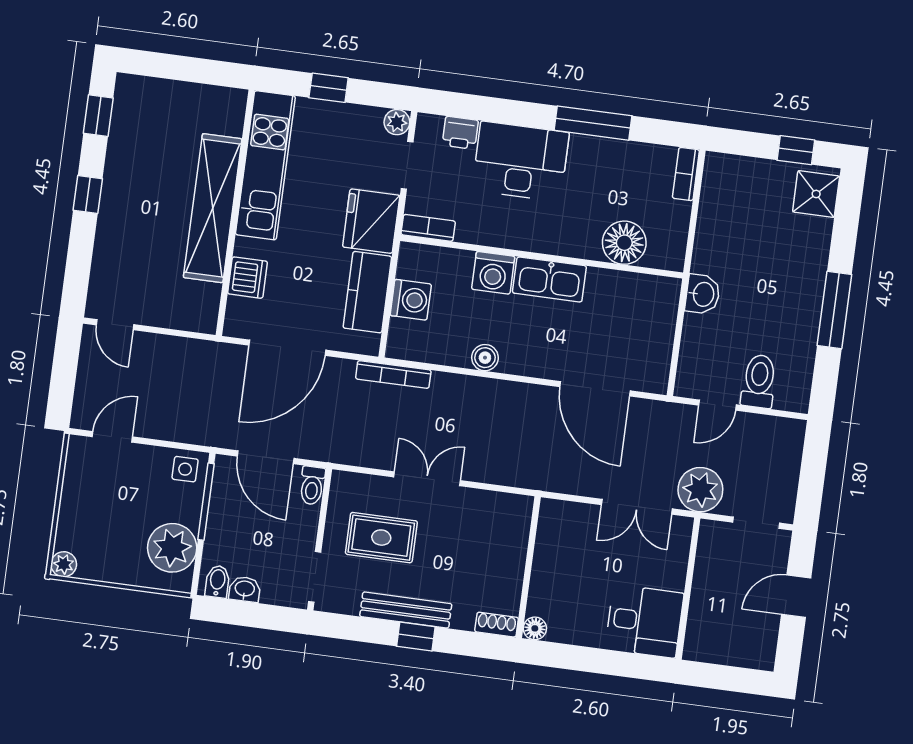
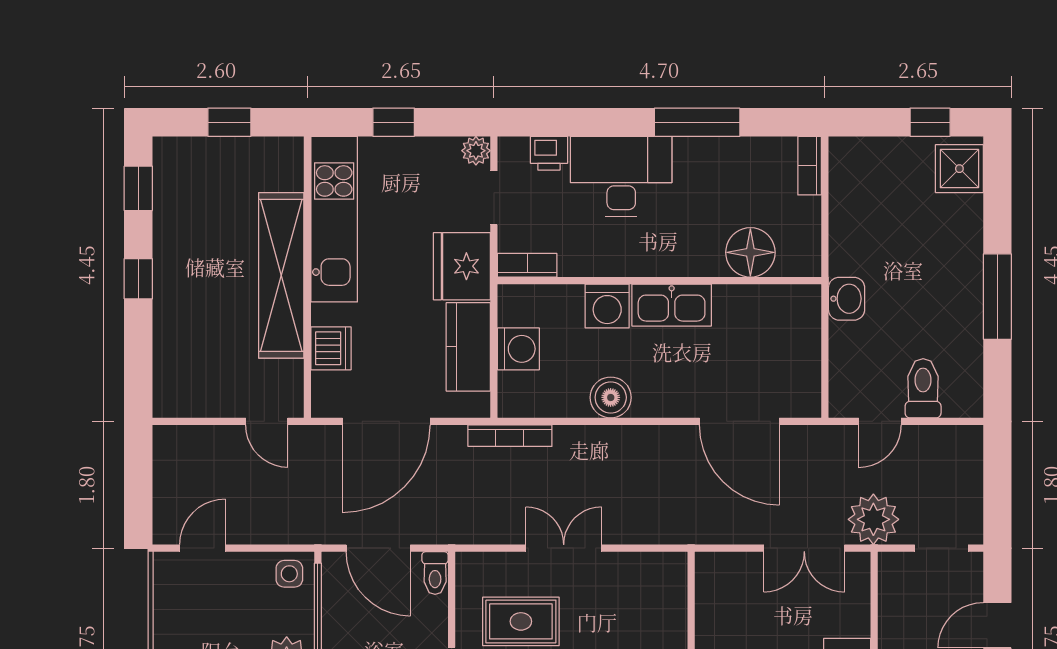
window: (185, 69) -> (229, 122), added
door: (115, 325) -> (267, 421), moved
boiler: (485, 358) -> (611, 397), width x1.36, depth x1.36

